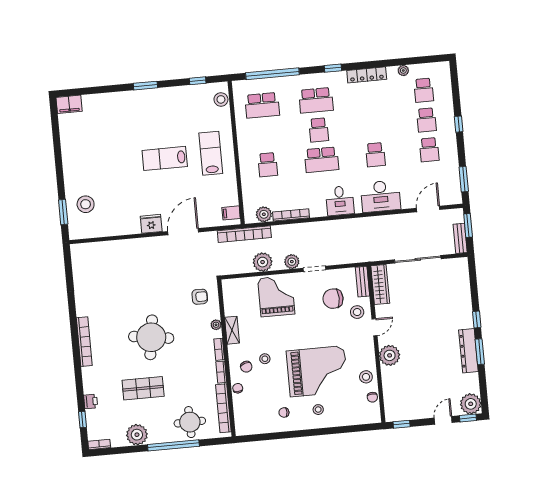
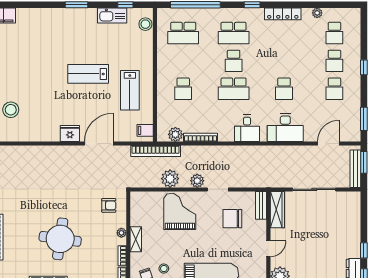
kitchen sink: (185, 94) -> (112, 16), added
lab bench: (211, 153) -> (130, 90), moved, turned 180
bench: (460, 238) -> (355, 169), width x1.36
stool: (357, 312) -> (253, 233), removed

